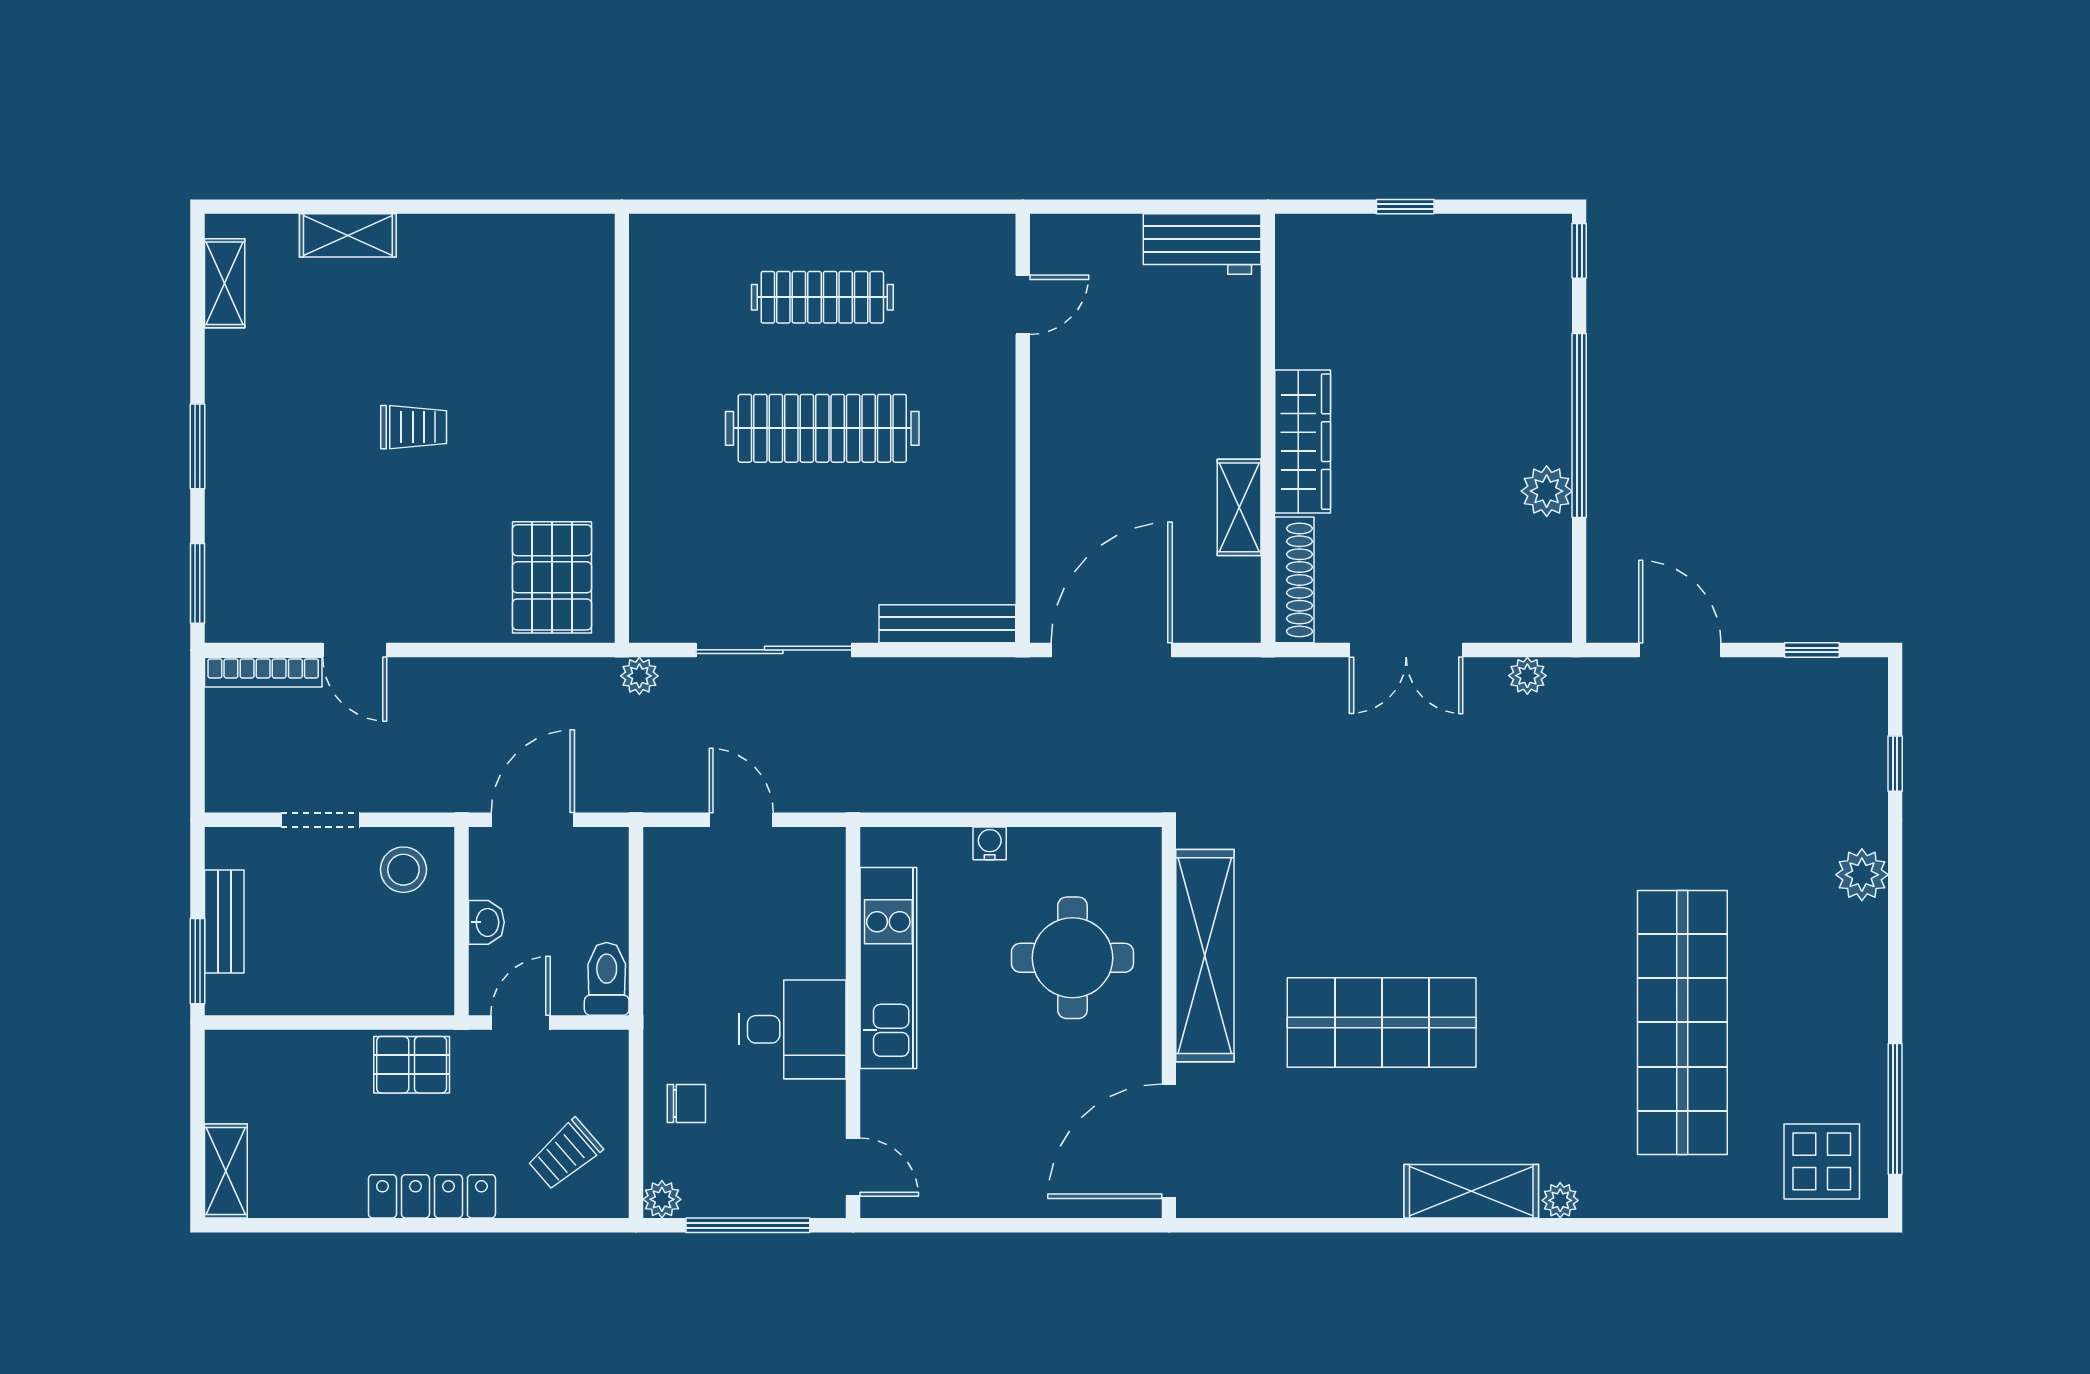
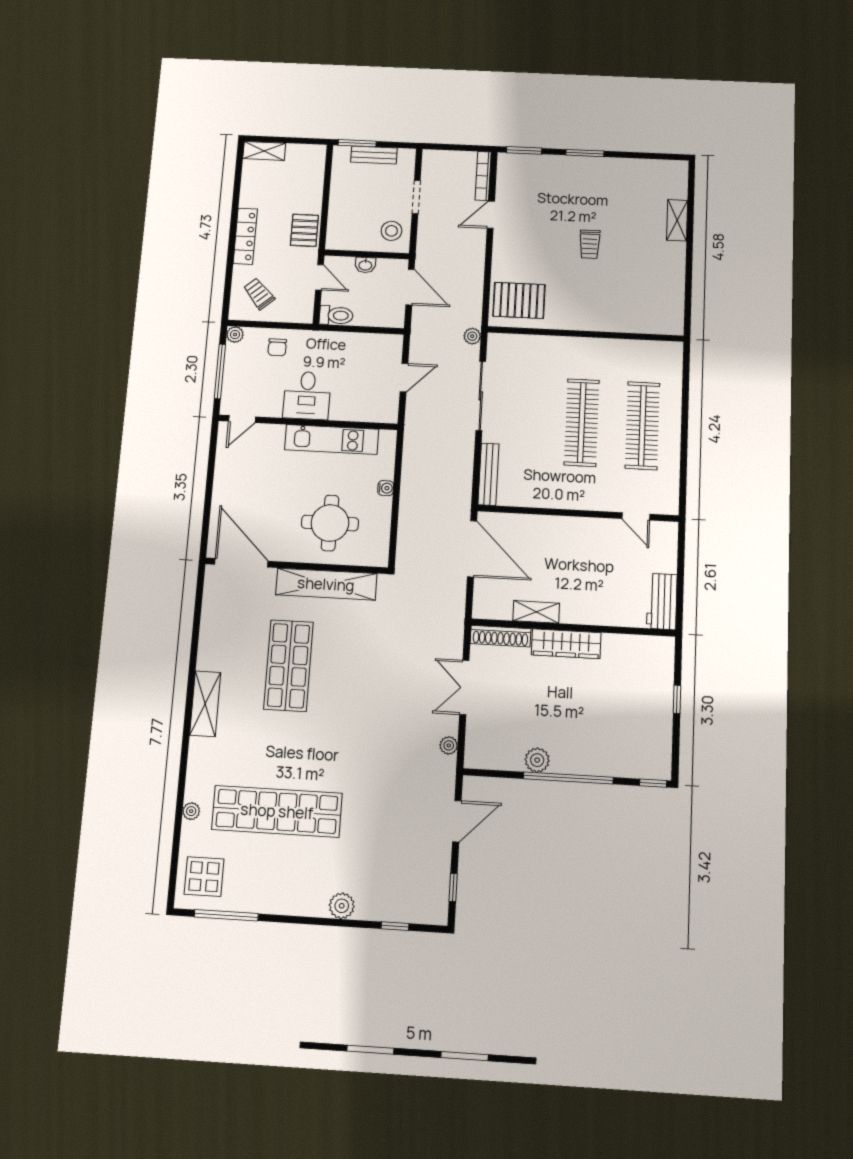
shelving: (225, 283) -> (657, 167), removed
clothes rail: (822, 297) -> (642, 426), width x1.37, depth x1.31
plant: (1560, 1200) -> (191, 811), moved

